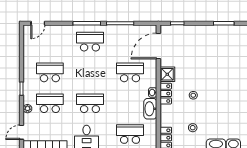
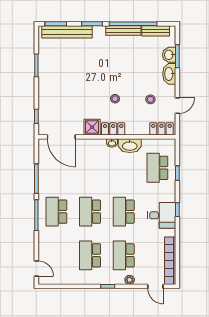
school desk: (130, 72) -> (90, 212), moved

